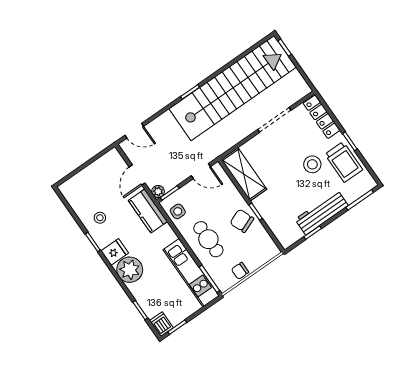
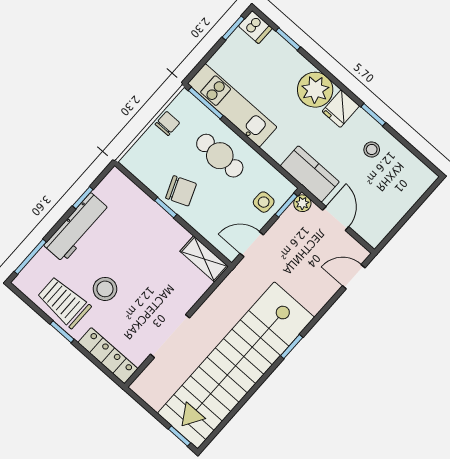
shelving: (244, 174) -> (204, 259), width x0.67, depth x0.75
side table: (178, 211) -> (264, 202), moved

